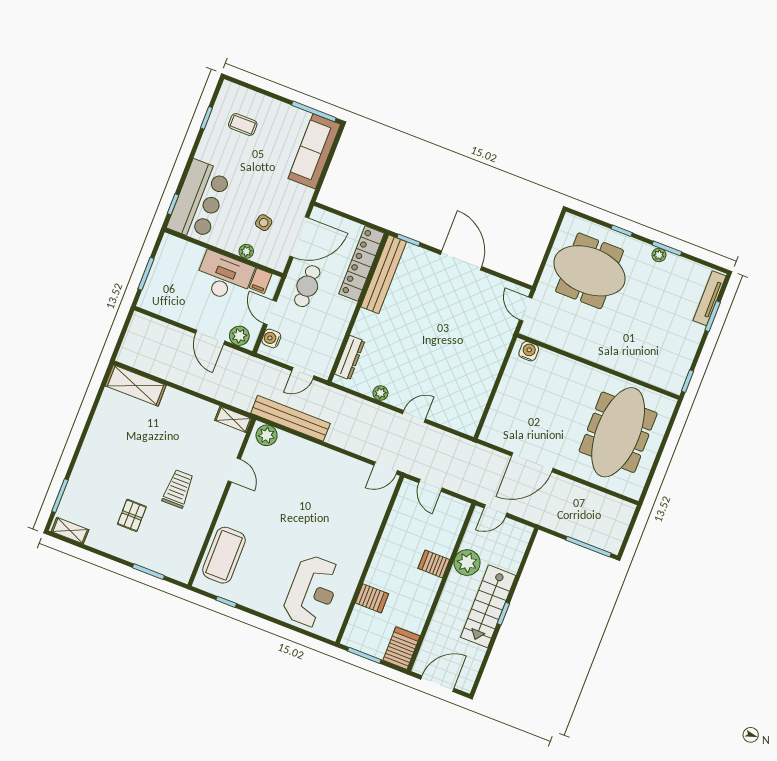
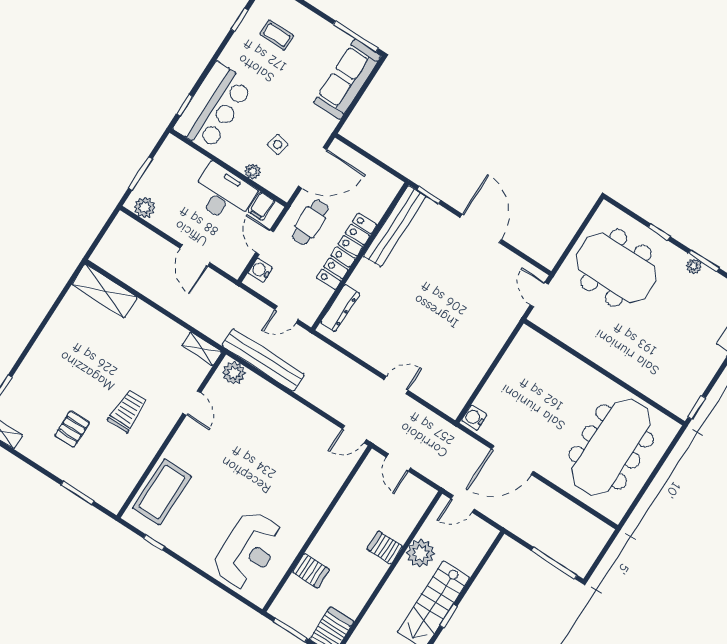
locker: (362, 264) -> (347, 251), moved
plant: (239, 336) -> (145, 207), moved
water cooler: (529, 351) -> (474, 418), moved, turned -90
plant: (380, 393) -> (365, 353), removed

